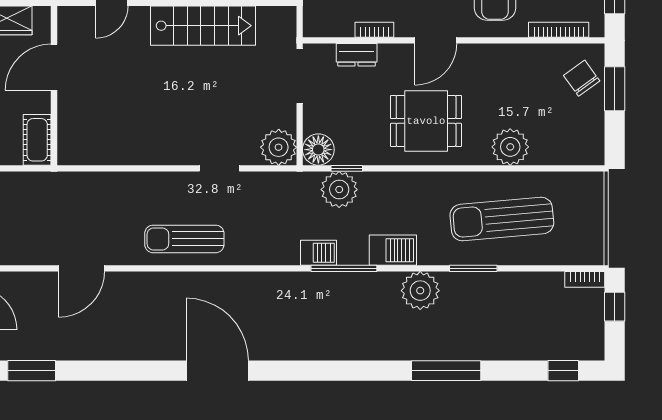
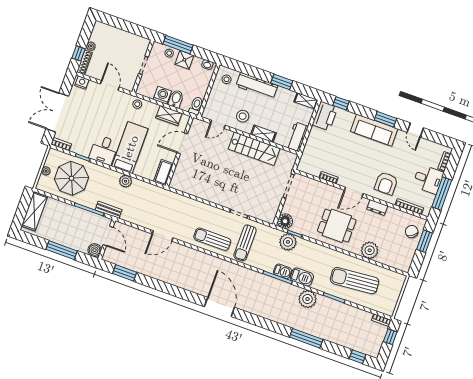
dresser: (357, 55) -> (377, 207), moved
plant: (279, 147) -> (268, 214), removed
sun lounger: (253, 222) -> (245, 243), added
barbecue: (318, 253) -> (282, 271), moved
door: (217, 371) -> (219, 307), moved

